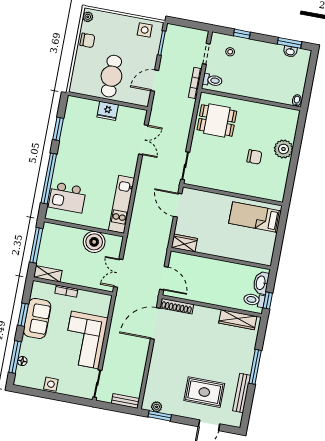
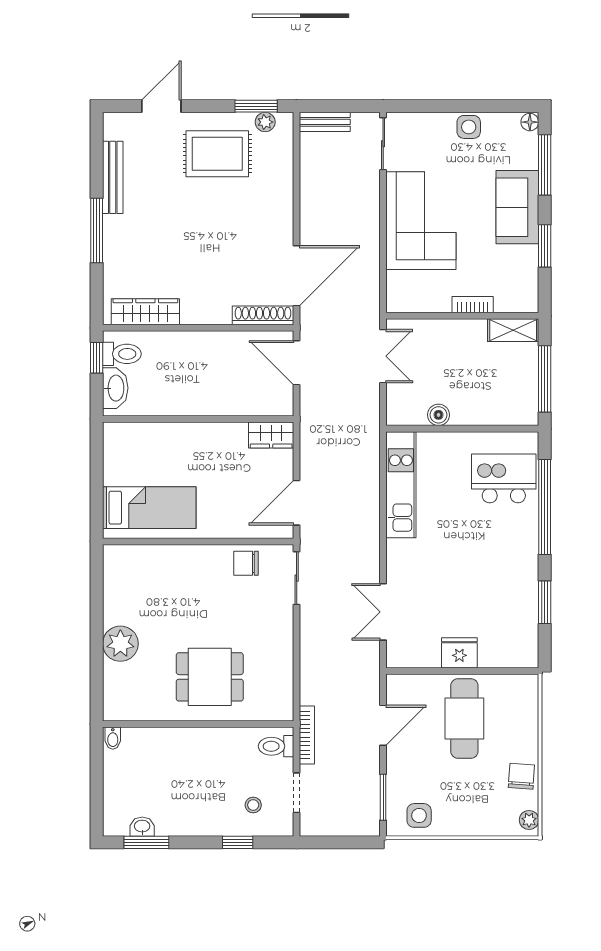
chair: (87, 40) -> (521, 776), turned 94
dining table: (217, 120) -> (210, 677), moved
chair: (254, 157) -> (246, 563), moved
door: (178, 205) -> (297, 503), swing flipped
boiler: (94, 242) -> (439, 415), width x0.54, depth x0.54
sofa: (37, 318) -> (517, 207), moved
floor lamp: (22, 361) -> (530, 122), moved
rug: (204, 392) -> (217, 154), moved

